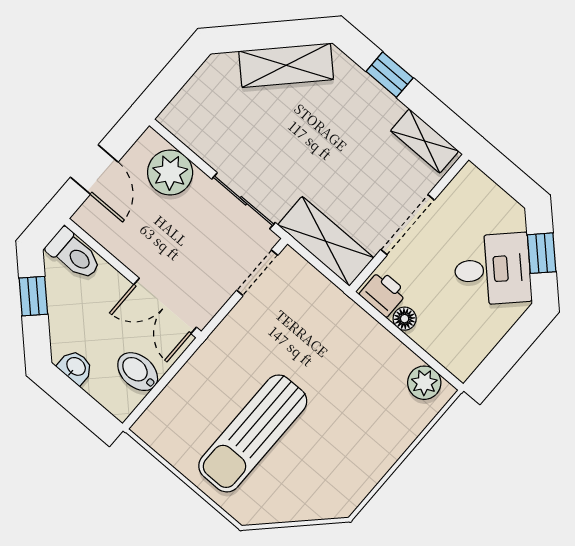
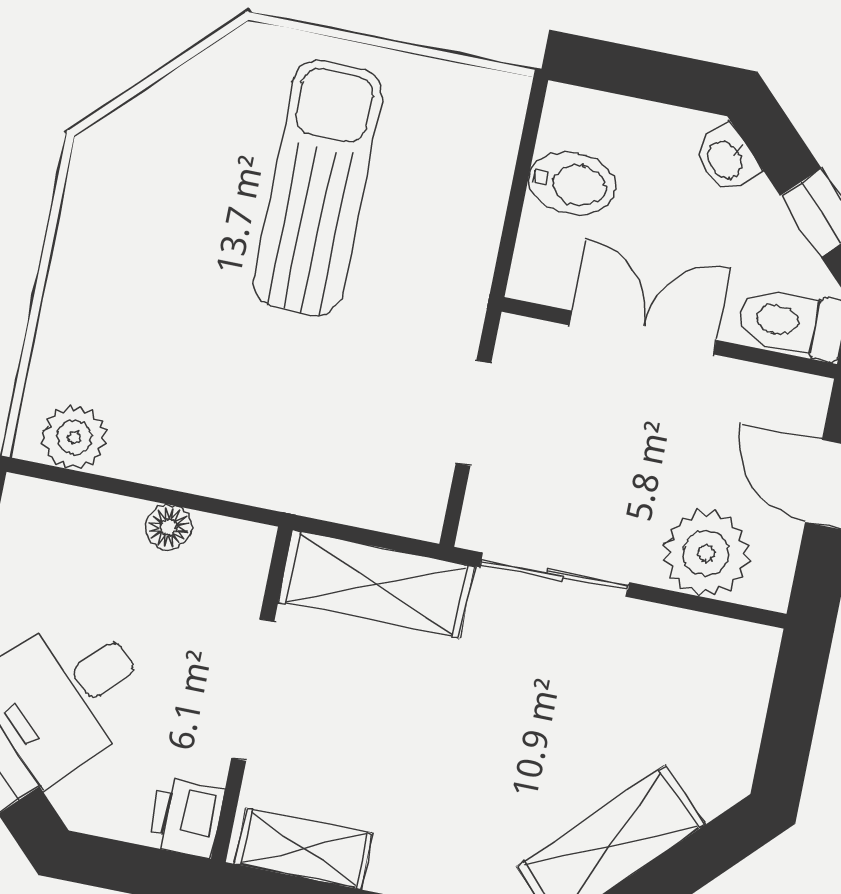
doorway: (257, 273) -> (473, 413), moved
printer: (383, 293) -> (186, 817), moved, turned 90
double door: (165, 306) -> (643, 333), moved
washbasin: (76, 367) -> (726, 159), moved, turned 45

